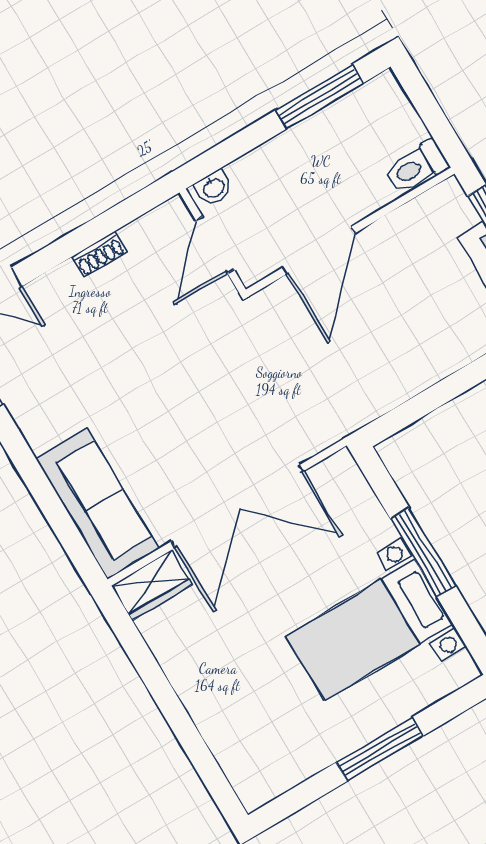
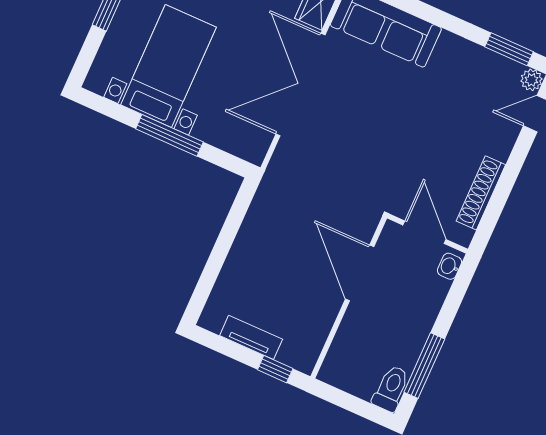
toilet: (416, 167) -> (391, 388), moved
shoe rack: (100, 254) -> (481, 193), width x1.94, depth x1.24

